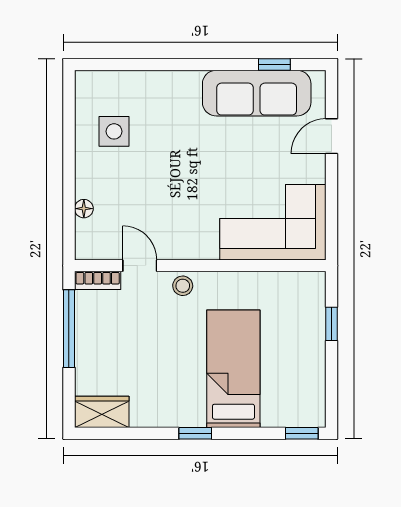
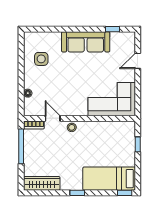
sofa: (257, 93) -> (86, 42), moved
bed: (233, 369) -> (109, 179), moved, turned -90
wardrobe: (102, 412) -> (42, 183), width x1.50

